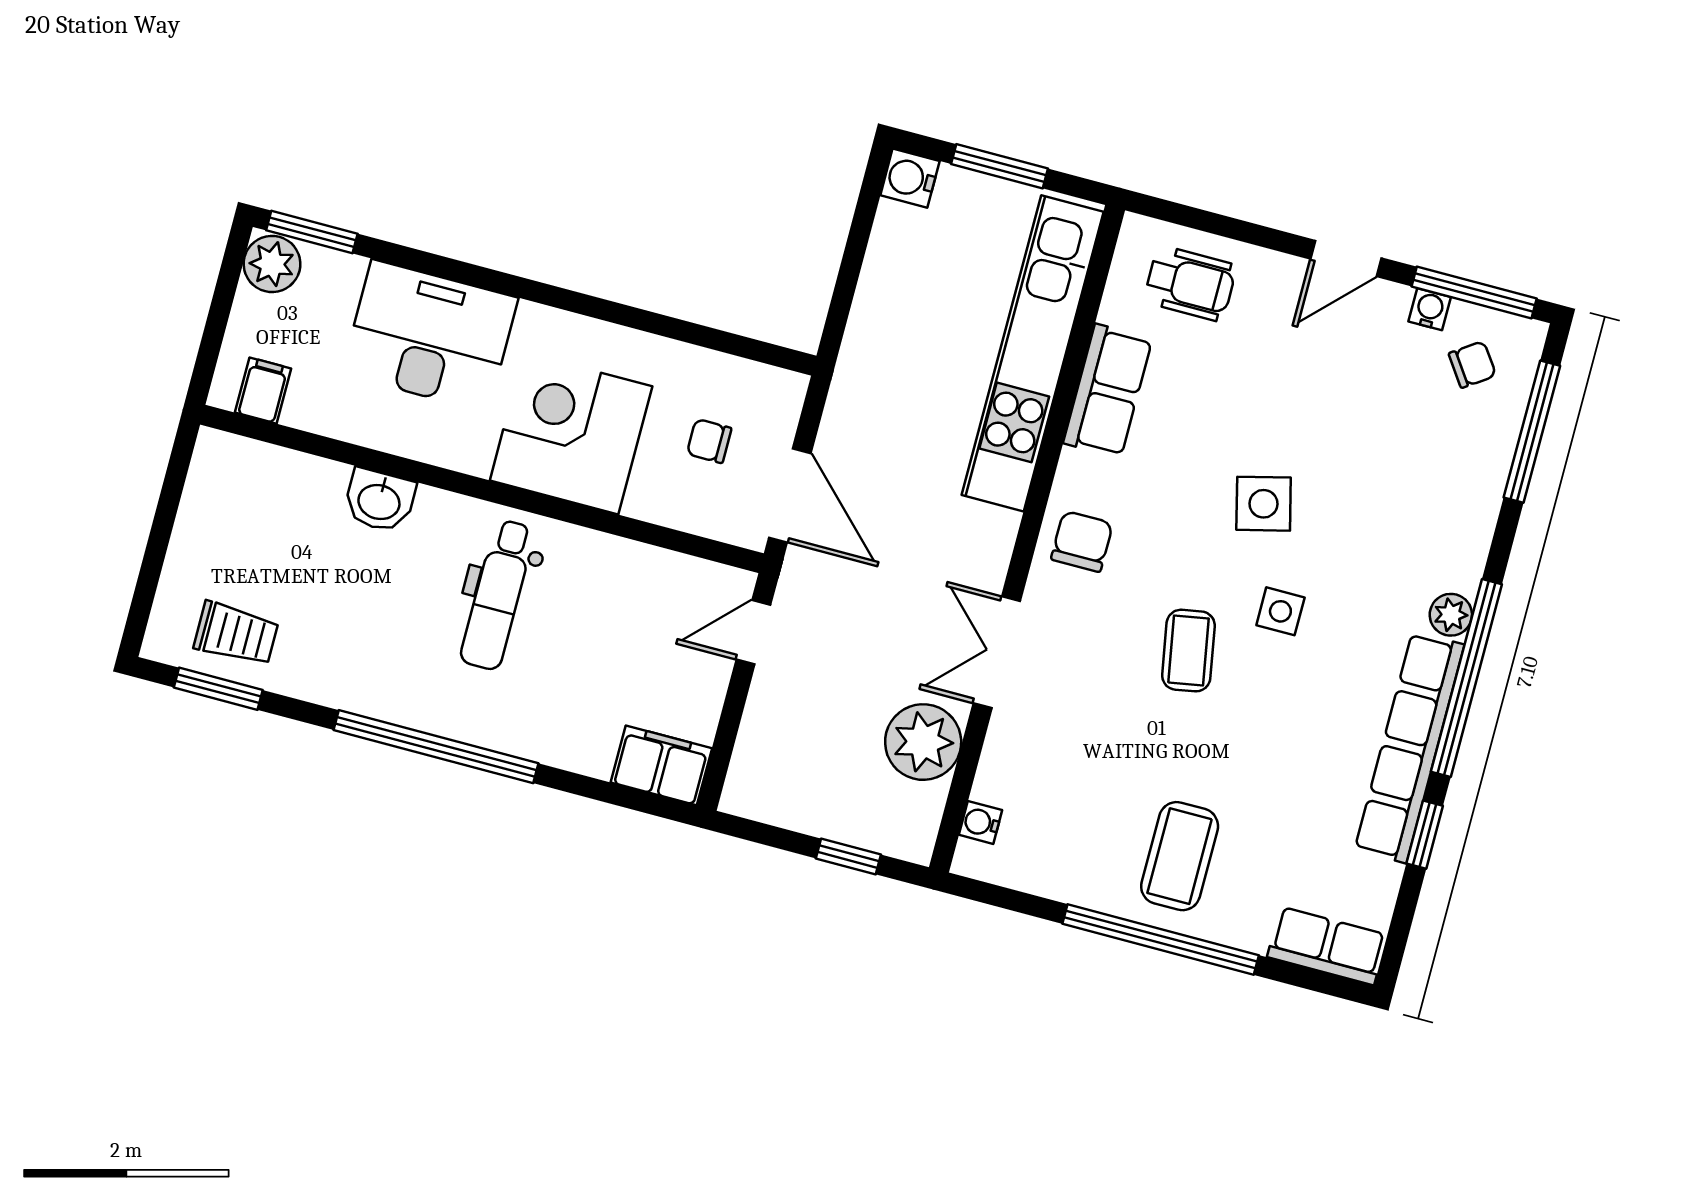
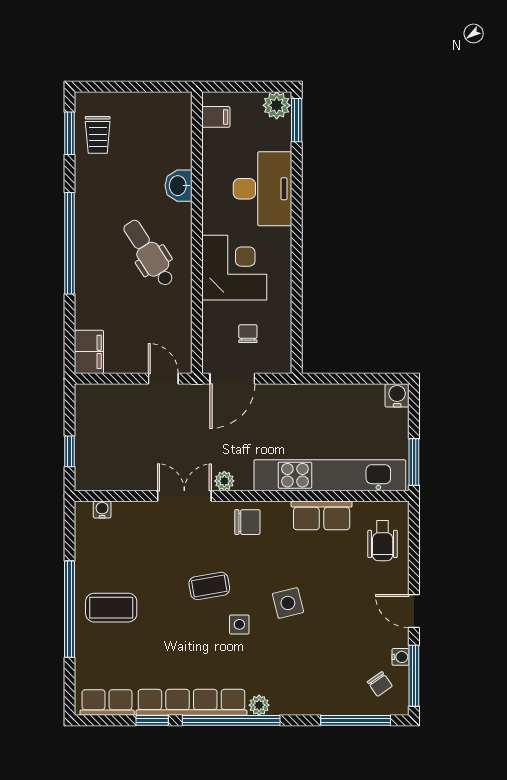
window: (999, 166) -> (414, 462), moved
dental chair: (497, 595) -> (149, 253), turned 57
plant: (923, 742) -> (224, 481), moved, width x0.53, depth x0.53
row of seats: (1327, 946) -> (107, 703), moved, turned -90

